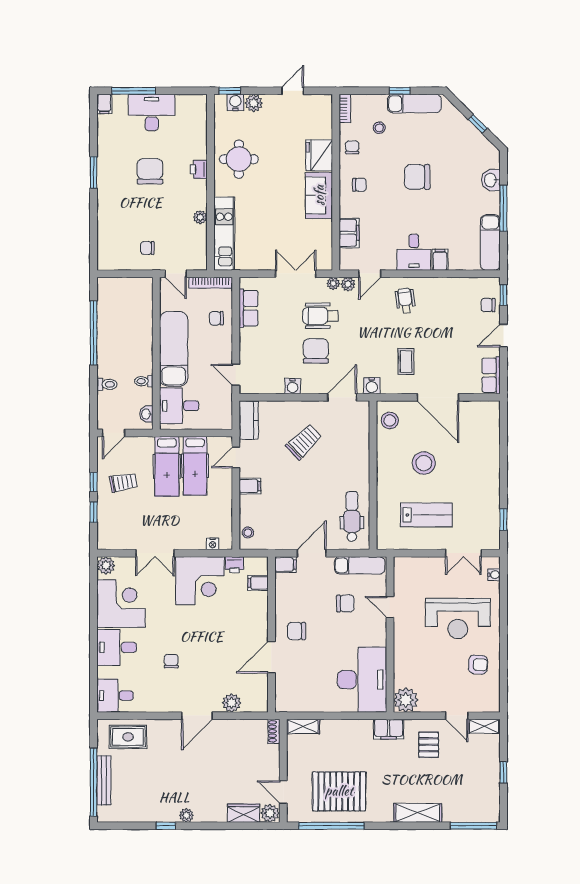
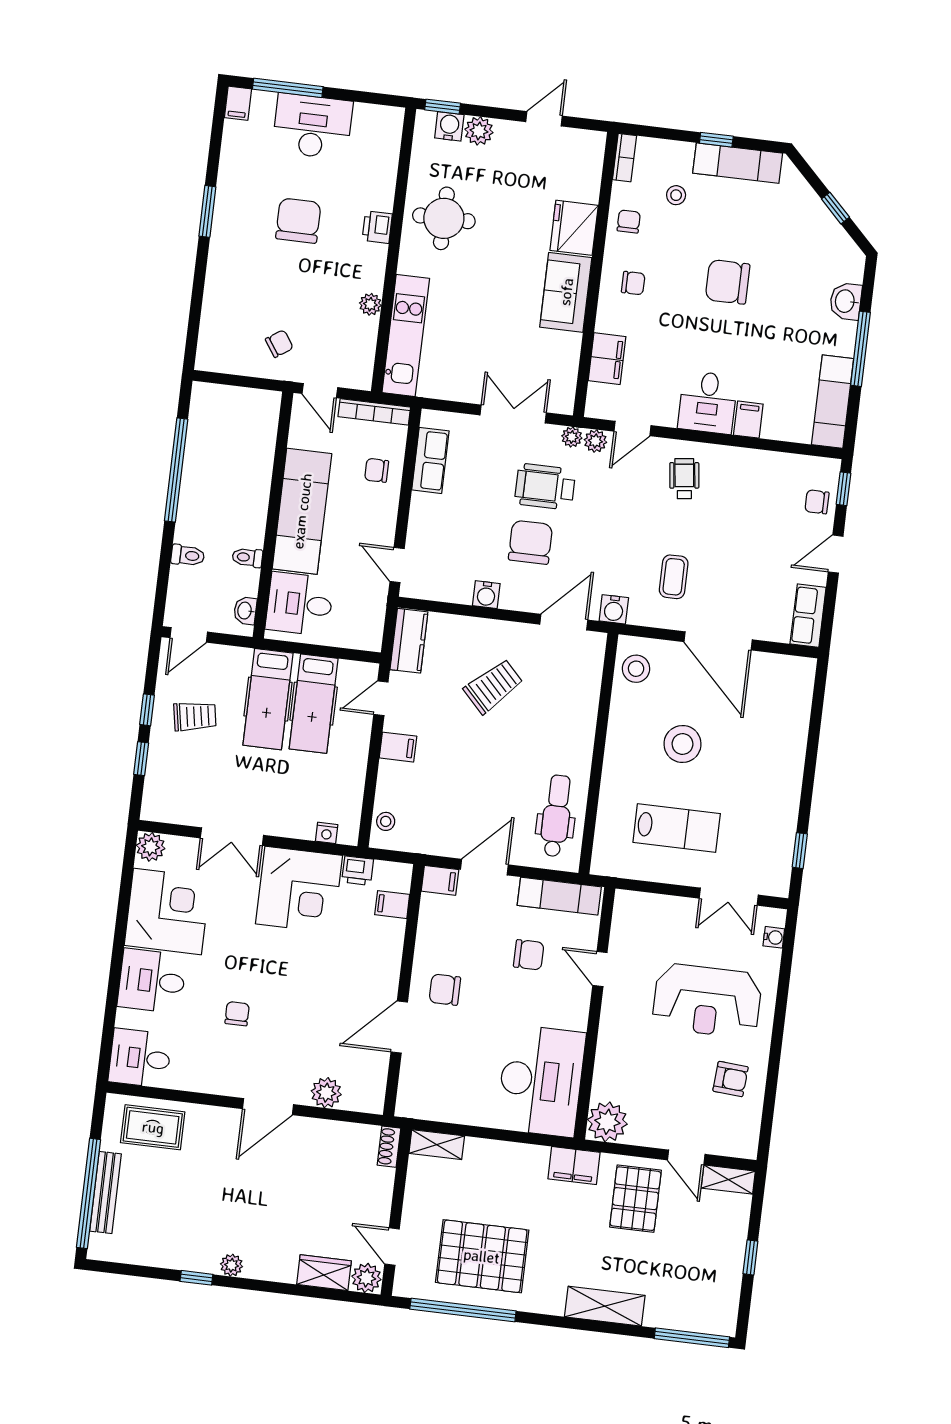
chair: (147, 248) -> (279, 344), turned 146
pallet: (429, 745) -> (635, 1199), width x1.50, depth x1.42

